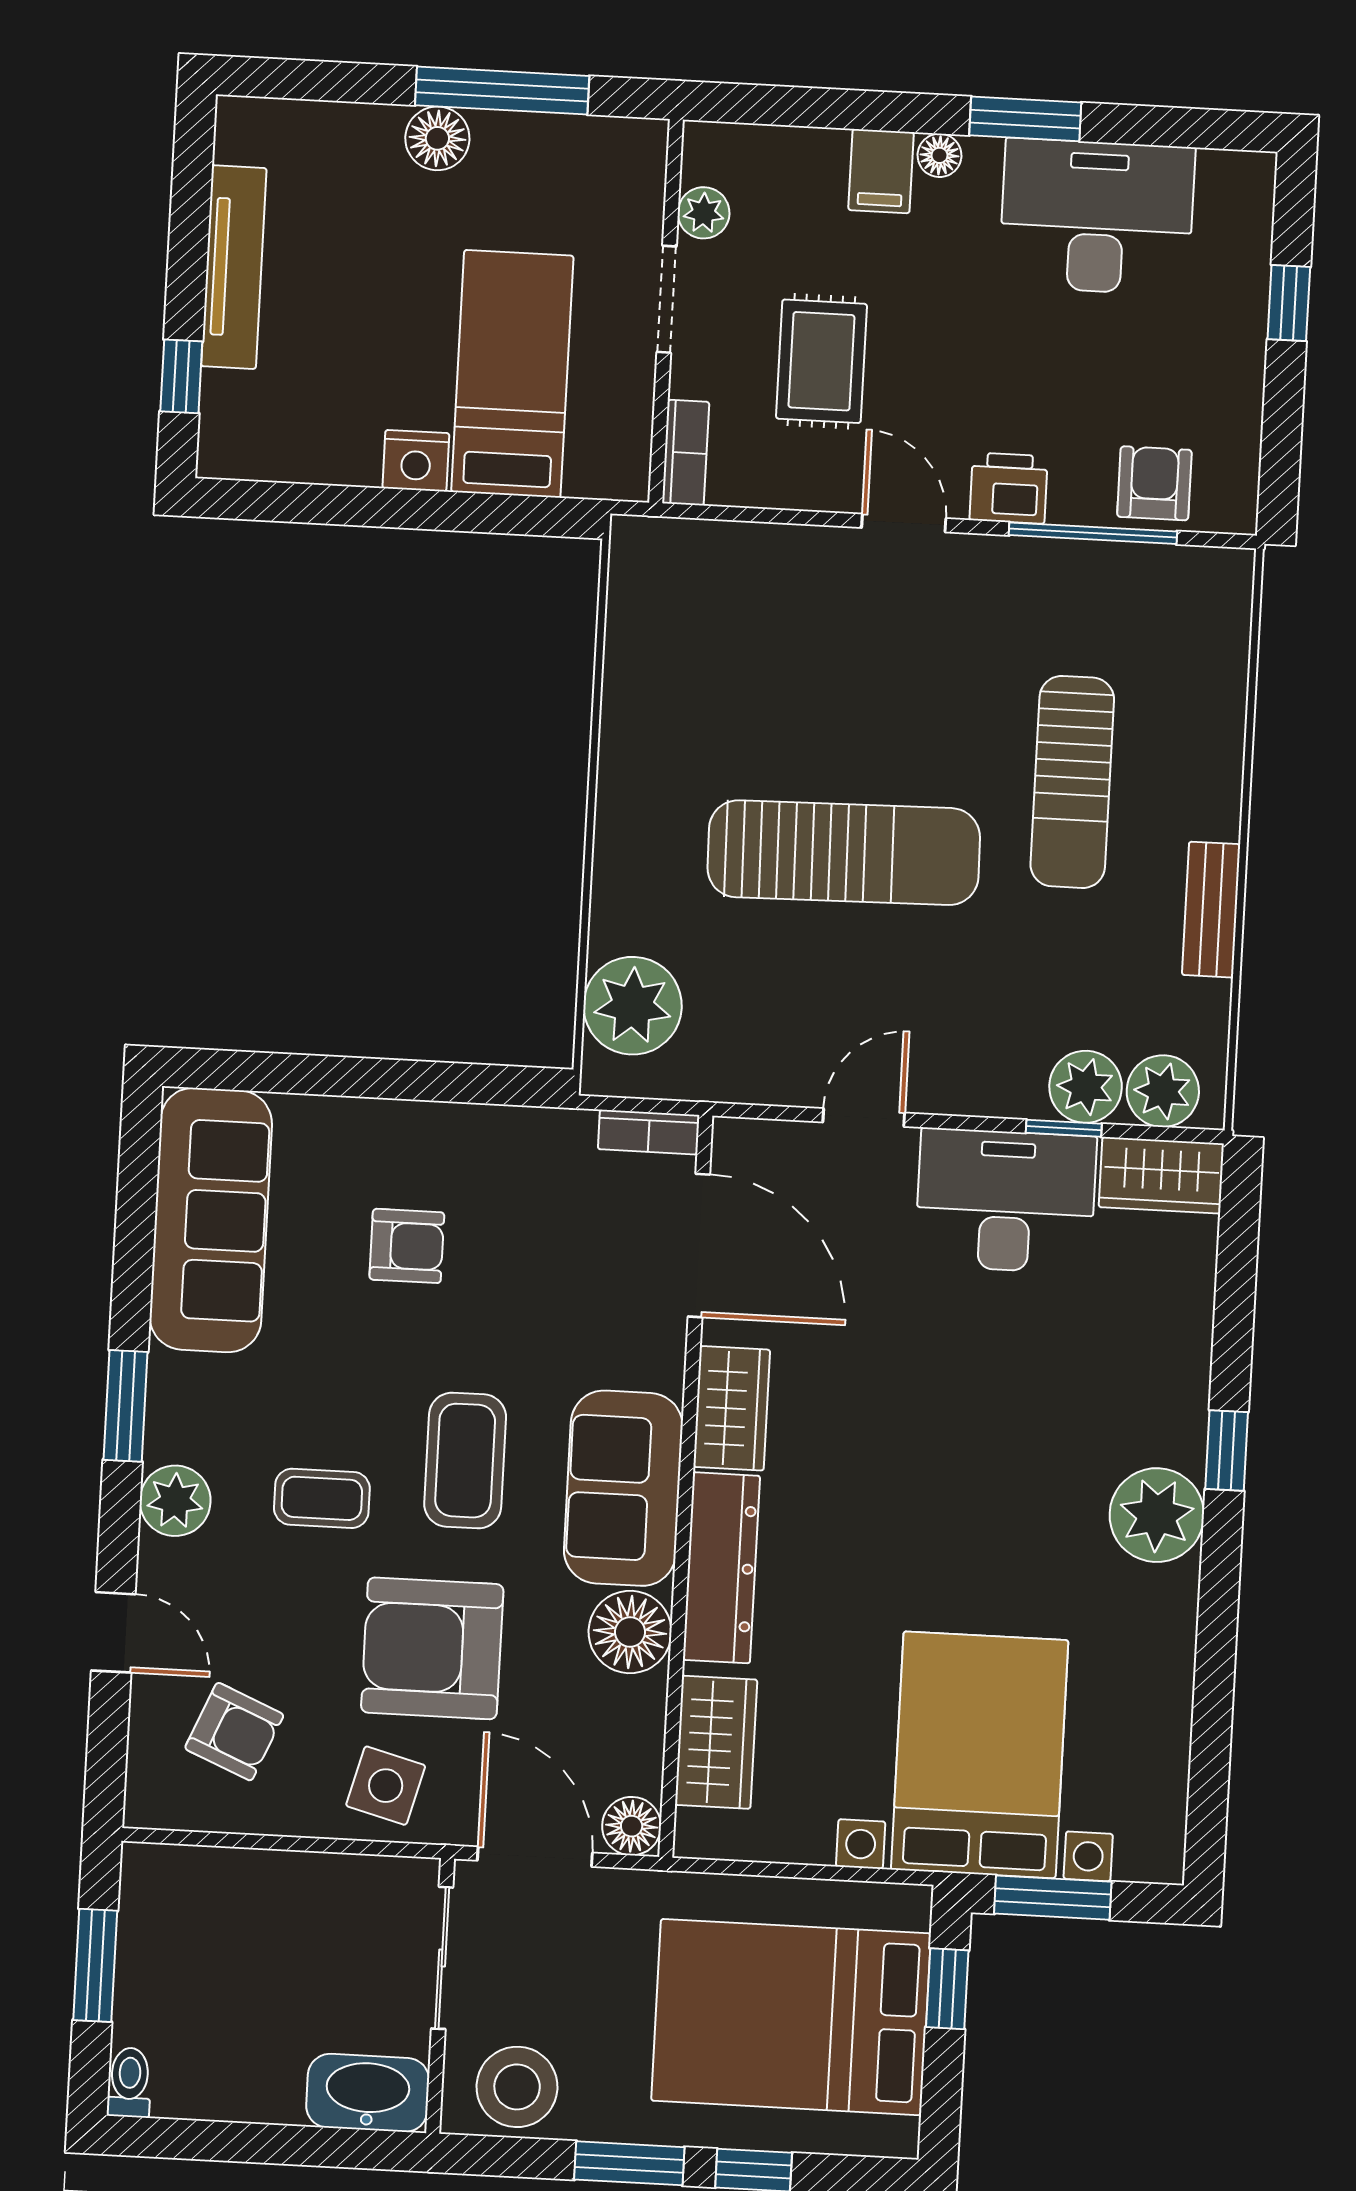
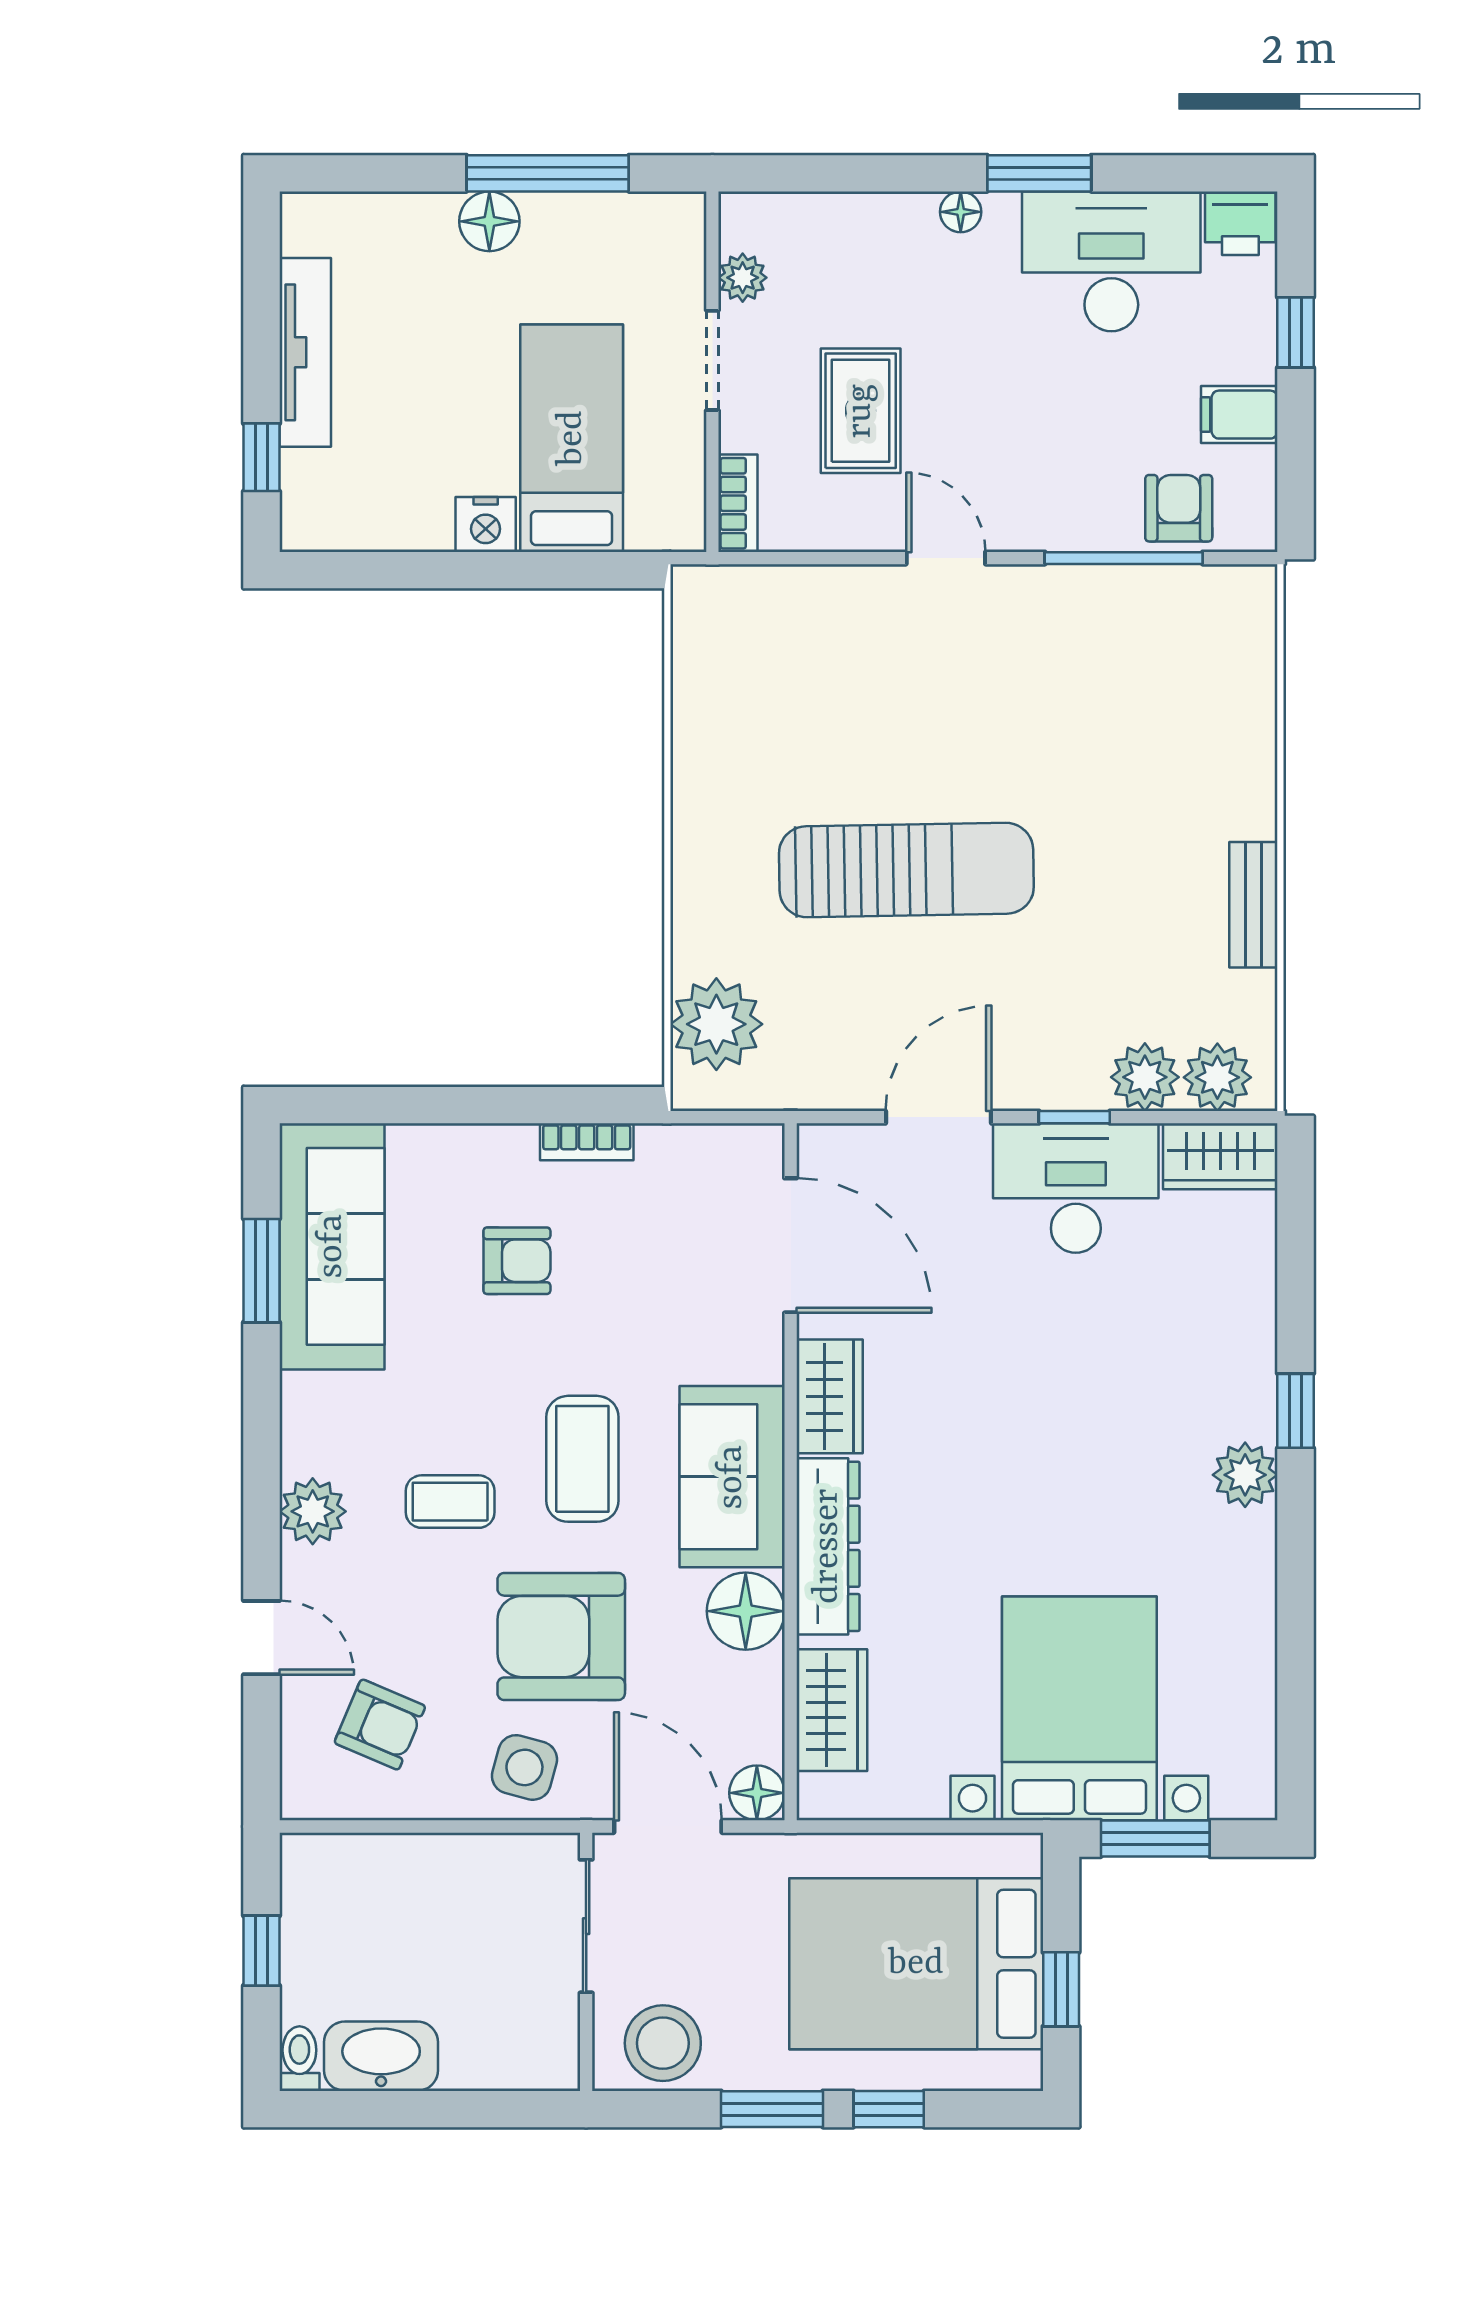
filing cabinet: (881, 171) -> (1239, 415), moved, turned 90
printer: (1009, 488) -> (1240, 223), moved, turned 180
sun lounger: (1072, 782) -> (1117, 792), removed
door: (864, 1117) -> (939, 1117), width x1.38
window: (1064, 1128) -> (1074, 1117), moved
bookcase: (649, 1132) -> (587, 1142), moved
window: (126, 1406) -> (261, 1271), moved
plant: (1157, 1515) -> (1245, 1475), width x0.73, depth x0.73
window: (95, 1965) -> (261, 1951), width x0.67
window: (947, 1989) -> (1061, 1989), moved
washbasin: (368, 2093) -> (381, 2056), moved

